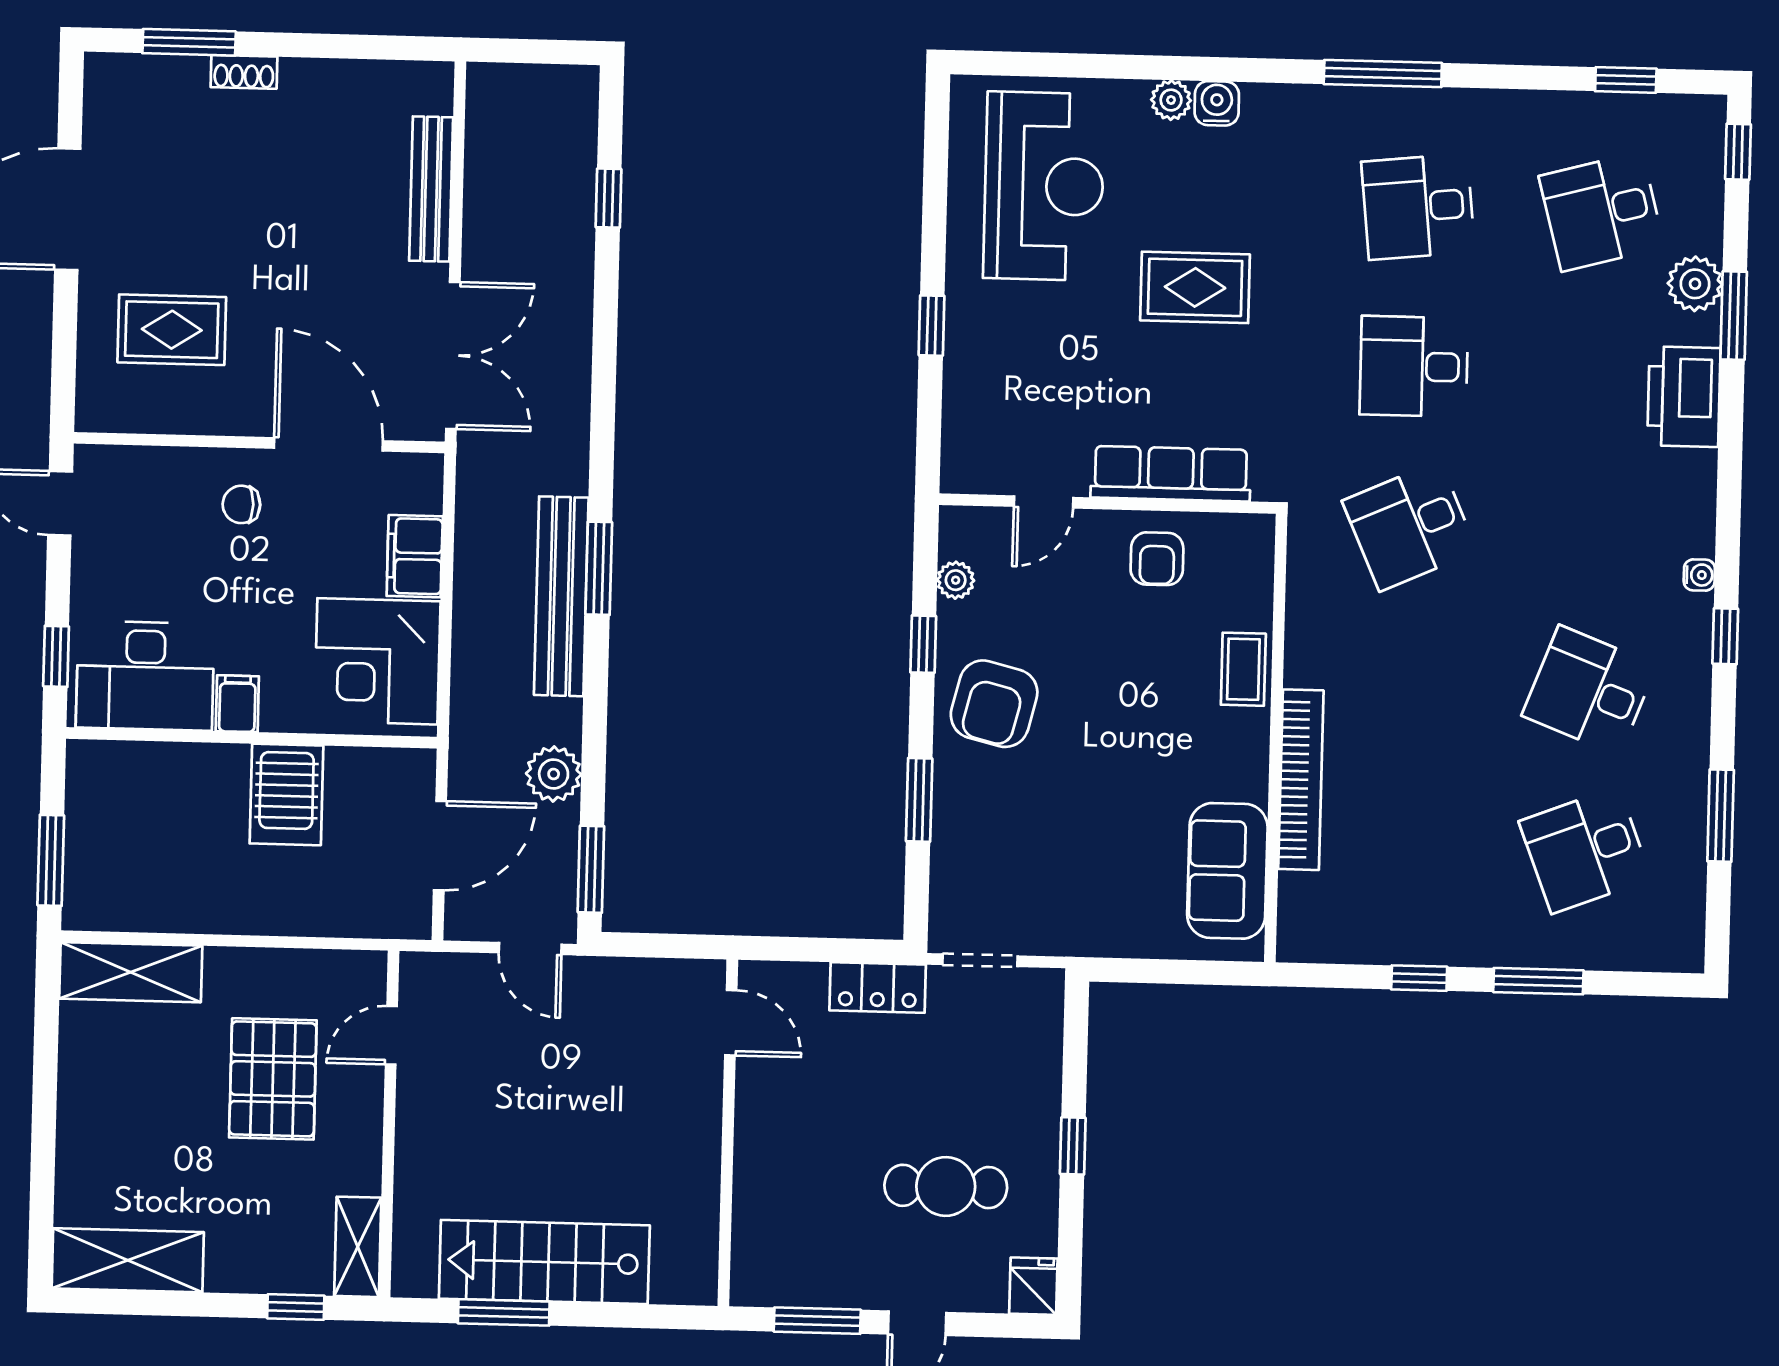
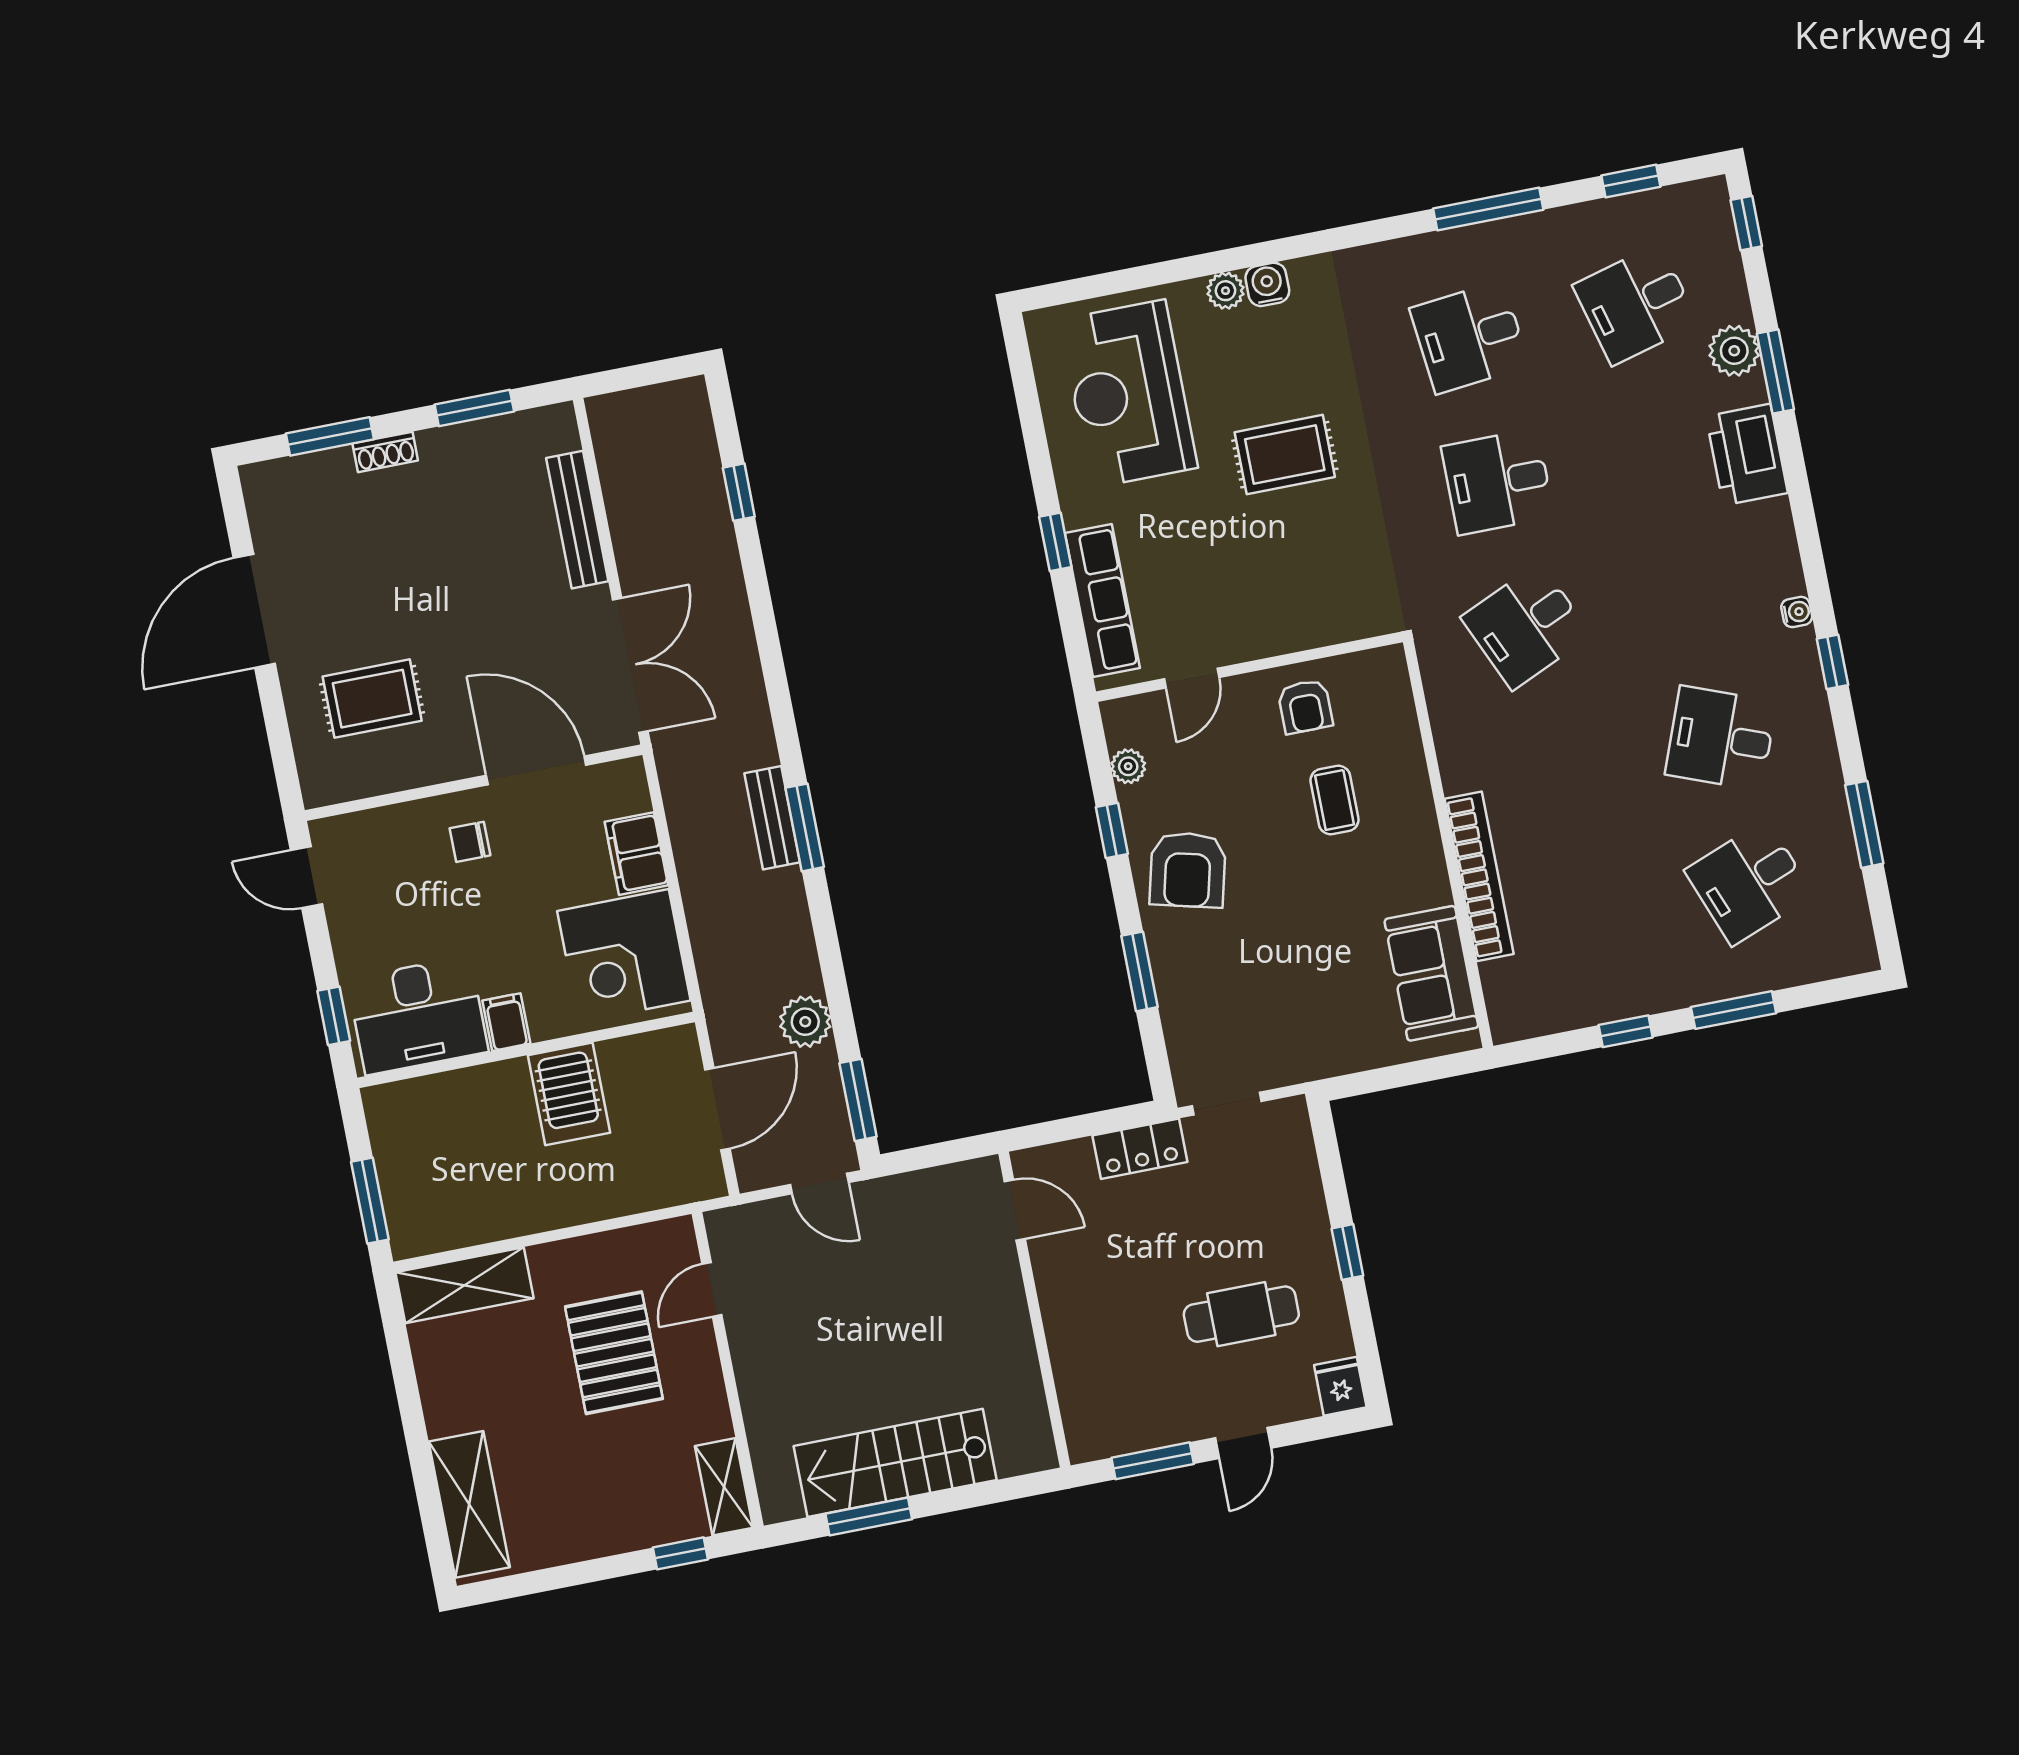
window: (349, 46) -> (474, 408), added
window: (1383, 74) -> (1488, 209), moved
reception desk: (1044, 186) -> (1128, 394), turned 180
row of seats: (1171, 474) -> (1102, 600), moved, turned 90
bench: (561, 596) -> (772, 818), width x0.54, depth x0.82
coffee table: (1243, 669) -> (1335, 800), moved
shelving: (128, 1260) -> (469, 1504), moved, turned 90

